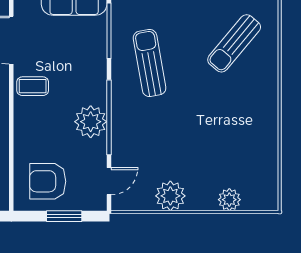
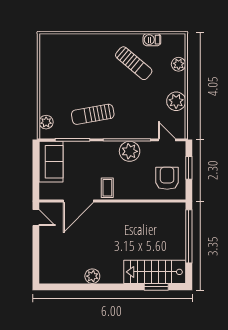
sun lounger: (234, 43) -> (134, 63), moved
barbecue: (269, 157) -> (152, 40), added
armchair: (48, 181) -> (167, 178), turned 180

